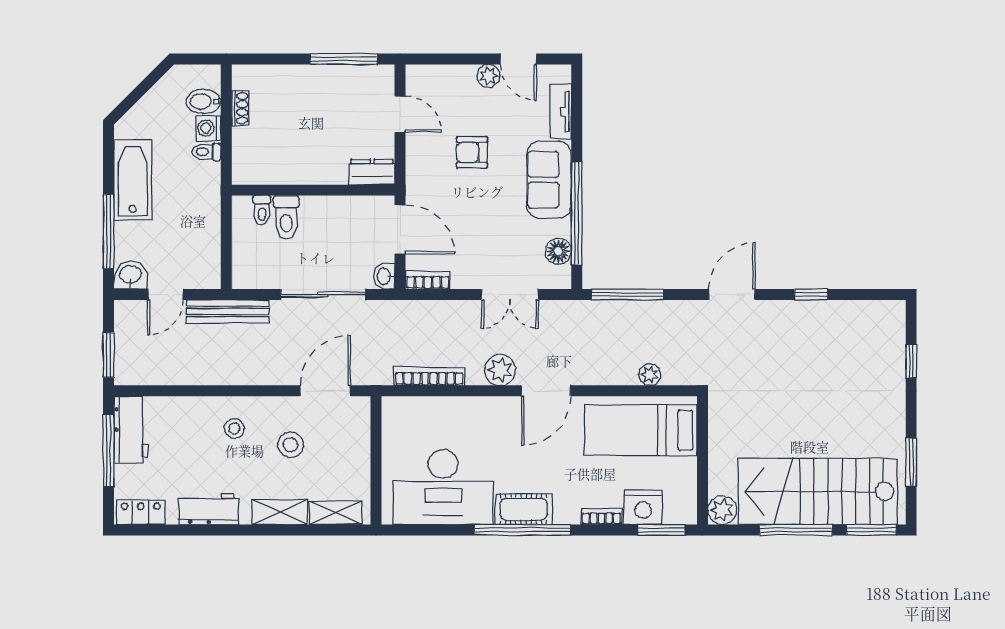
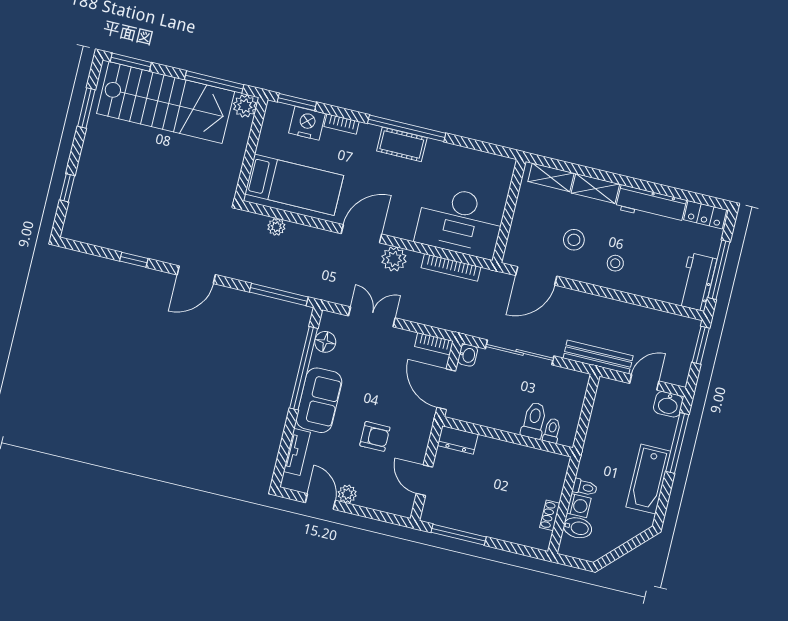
desk: (443, 487) -> (460, 222), moved, turned 180
workbench: (208, 509) -> (651, 204), width x1.38
window: (796, 530) -> (214, 82), moved

